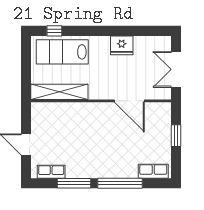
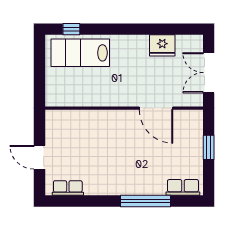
fridge: (122, 45) -> (162, 45), moved
shelving: (59, 92) -> (77, 98), removed
window: (74, 183) -> (94, 201), removed

